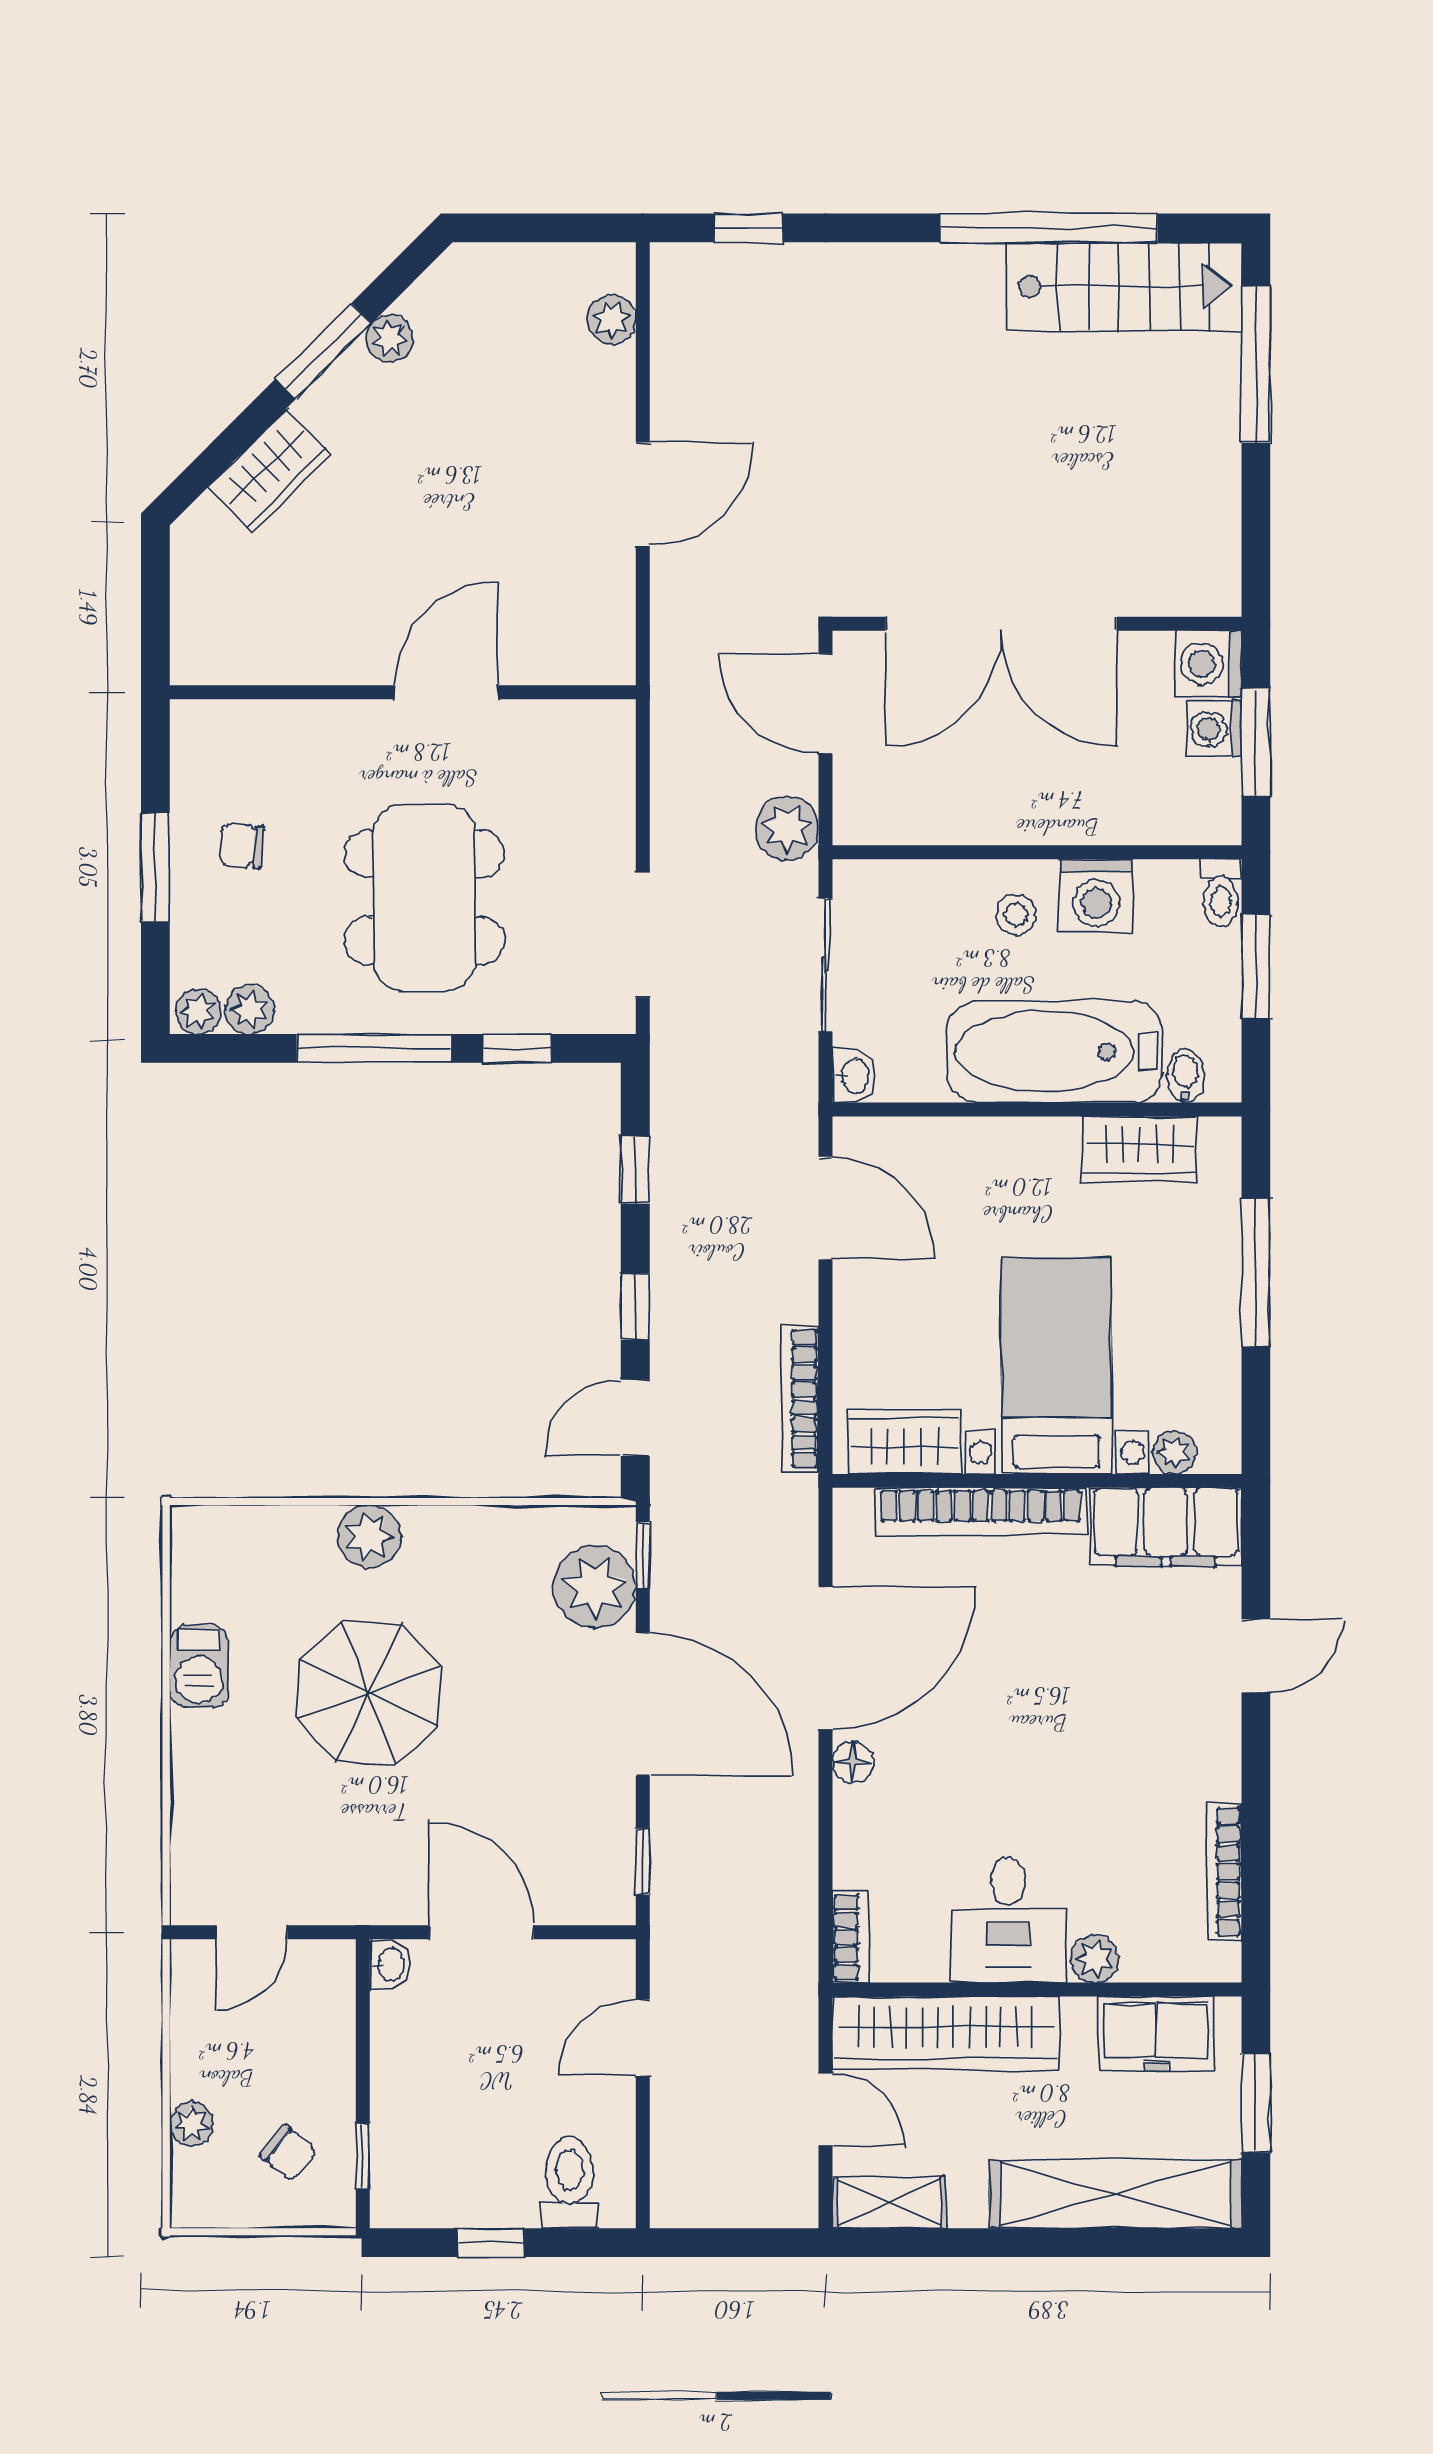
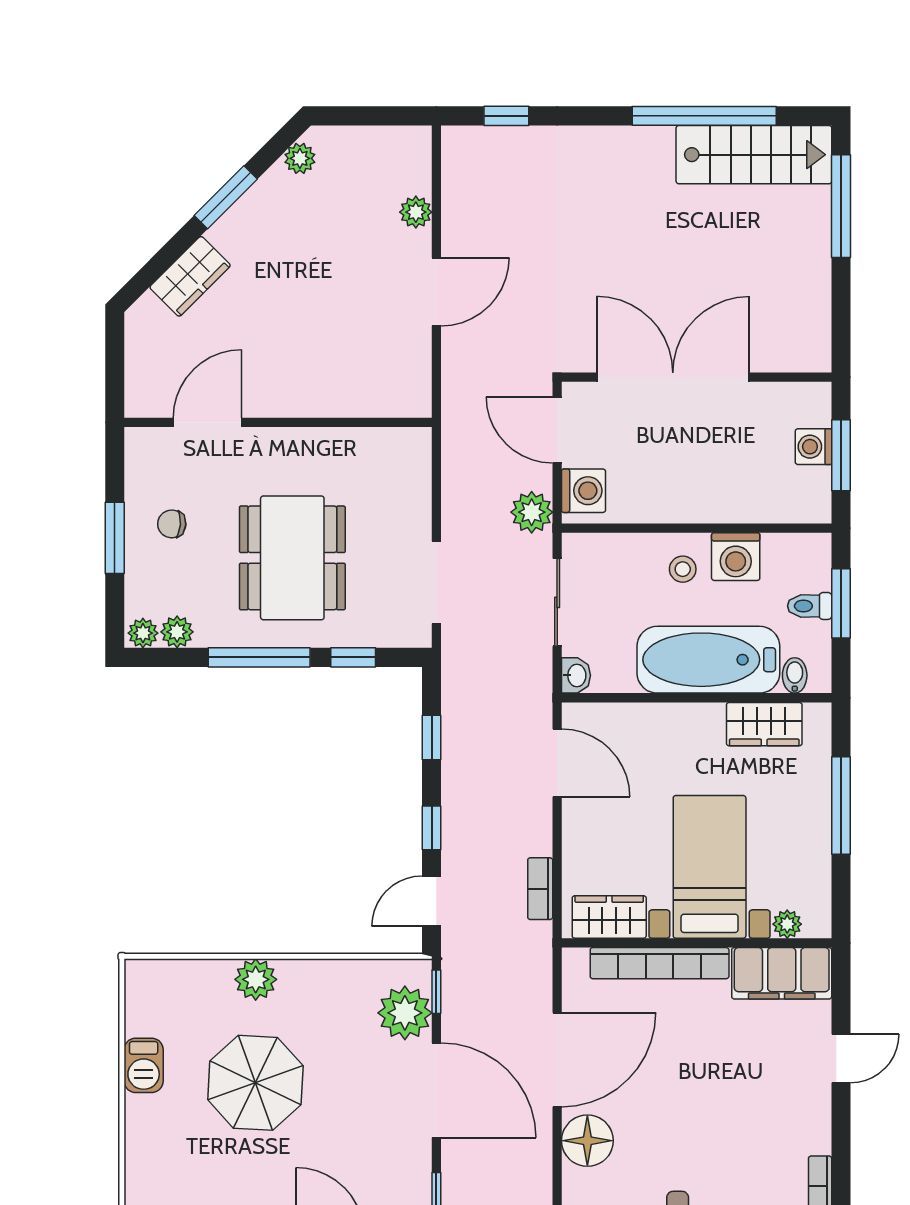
plant: (611, 319) -> (416, 212), moved
plant: (390, 338) -> (300, 158), moved
double door: (1001, 624) -> (673, 377), swing flipped
washing machine: (1208, 664) -> (584, 491), moved, turned 180
door: (446, 692) -> (208, 422), moved
toilet: (1221, 893) -> (810, 606), moved, turned 90
bookcase: (800, 1399) -> (540, 889), width x0.64
floor lamp: (853, 1762) -> (587, 1141), width x1.89, depth x1.89

